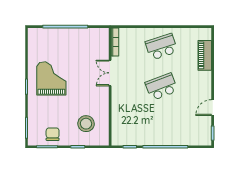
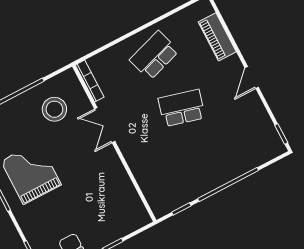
school desk: (161, 87) -> (182, 108), turned 36
door: (213, 108) -> (252, 77), moved
stool: (86, 124) -> (54, 109), moved

